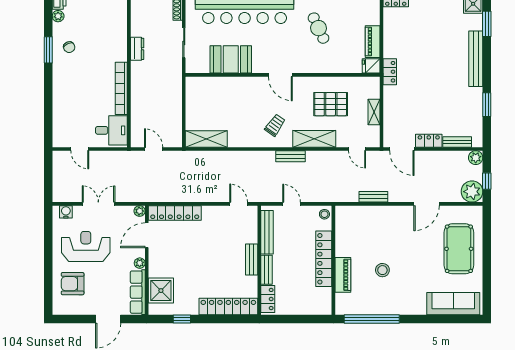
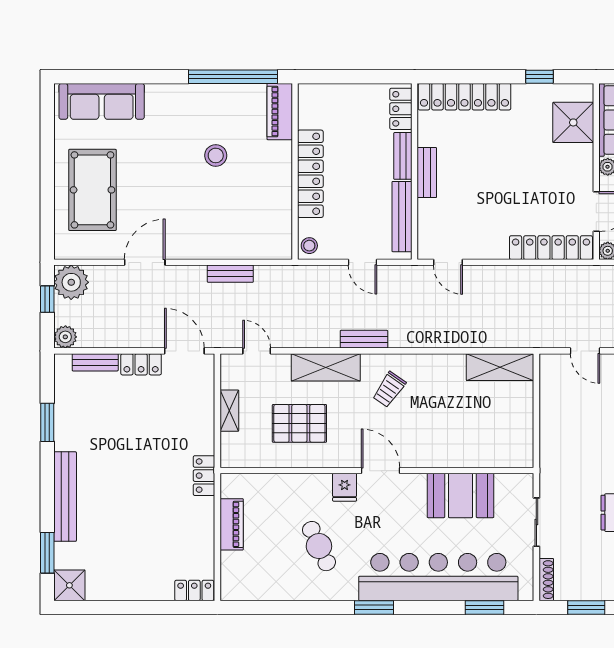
fridge: (371, 66) -> (345, 487), moved, turned 90
piano: (343, 275) -> (280, 112), moved

